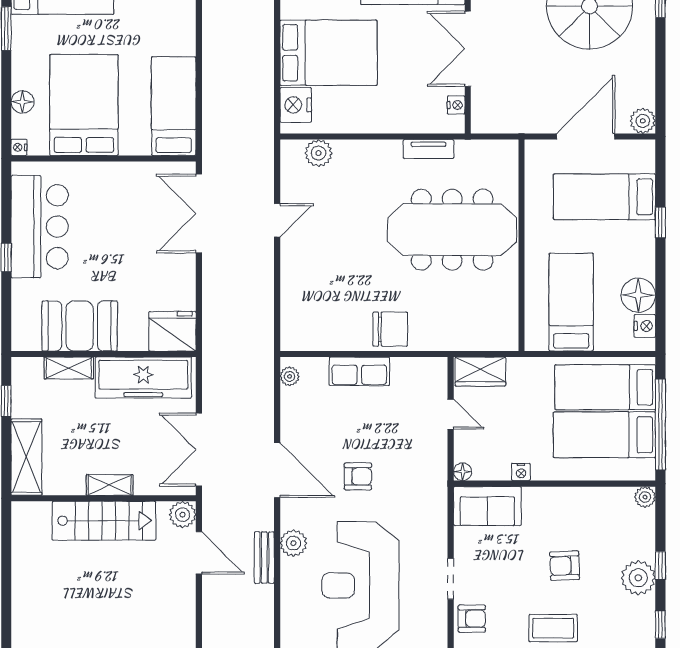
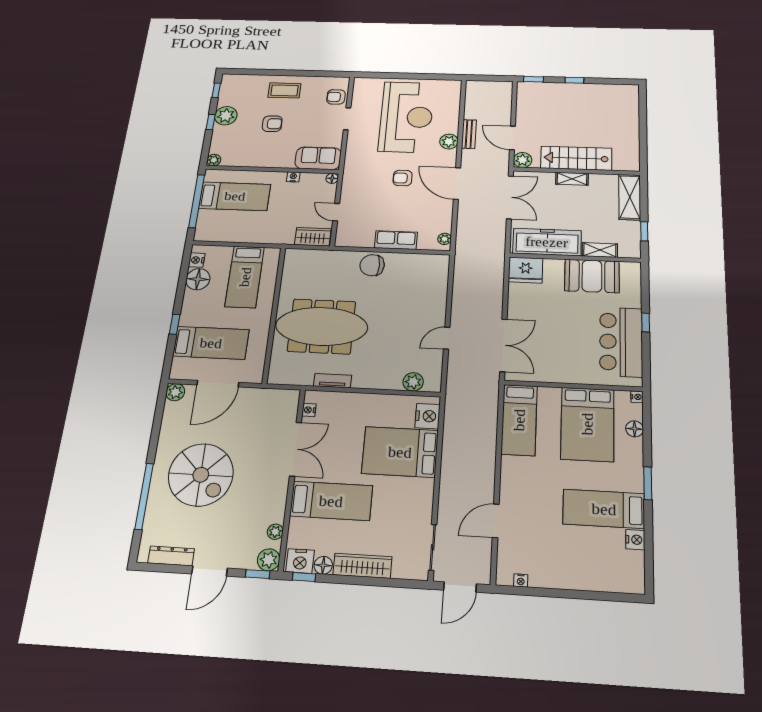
bed: (605, 387) -> (230, 224), removed

